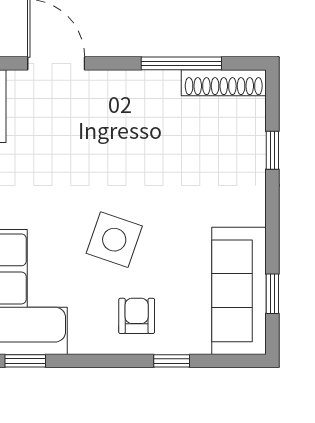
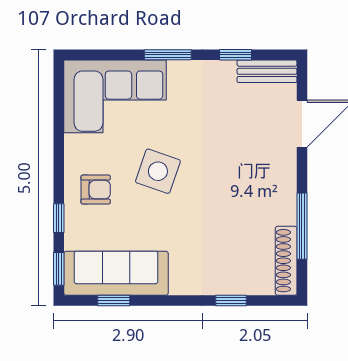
window: (25, 361) -> (59, 269), moved

